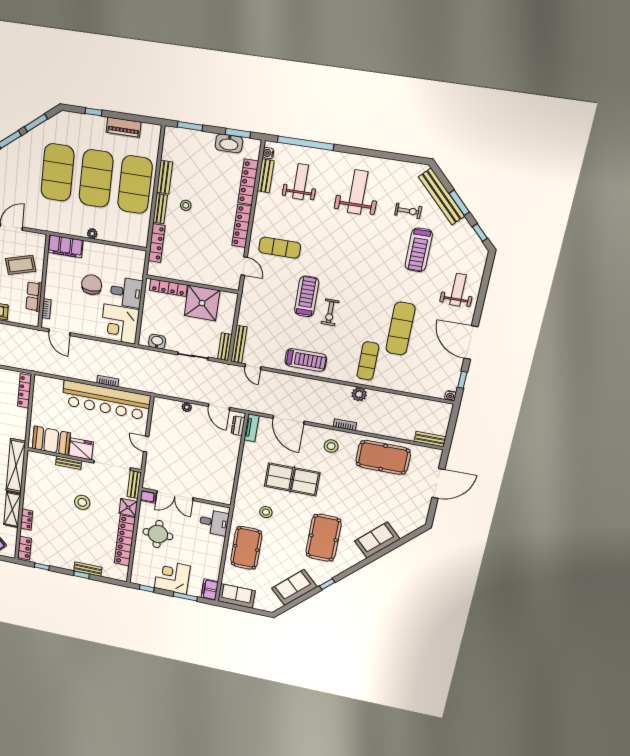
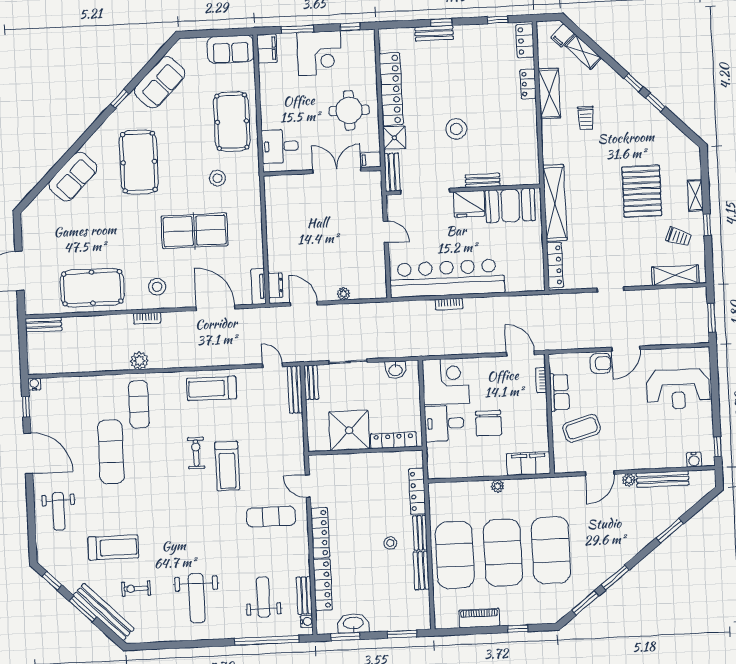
weight bench: (301, 182) -> (263, 597), turned 180
treadmill: (419, 250) -> (113, 547), turned 90
shelving: (16, 466) -> (555, 203), moved

